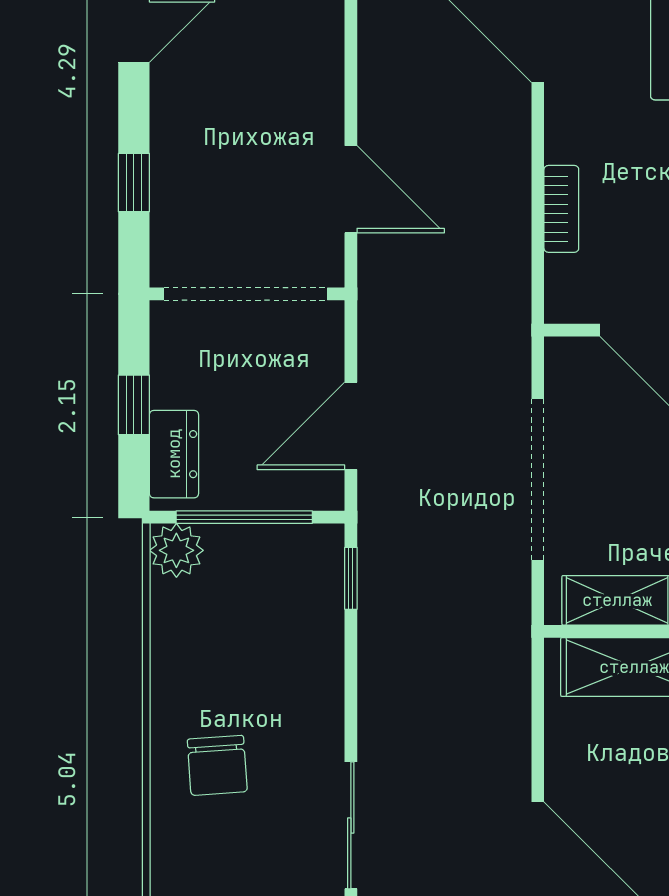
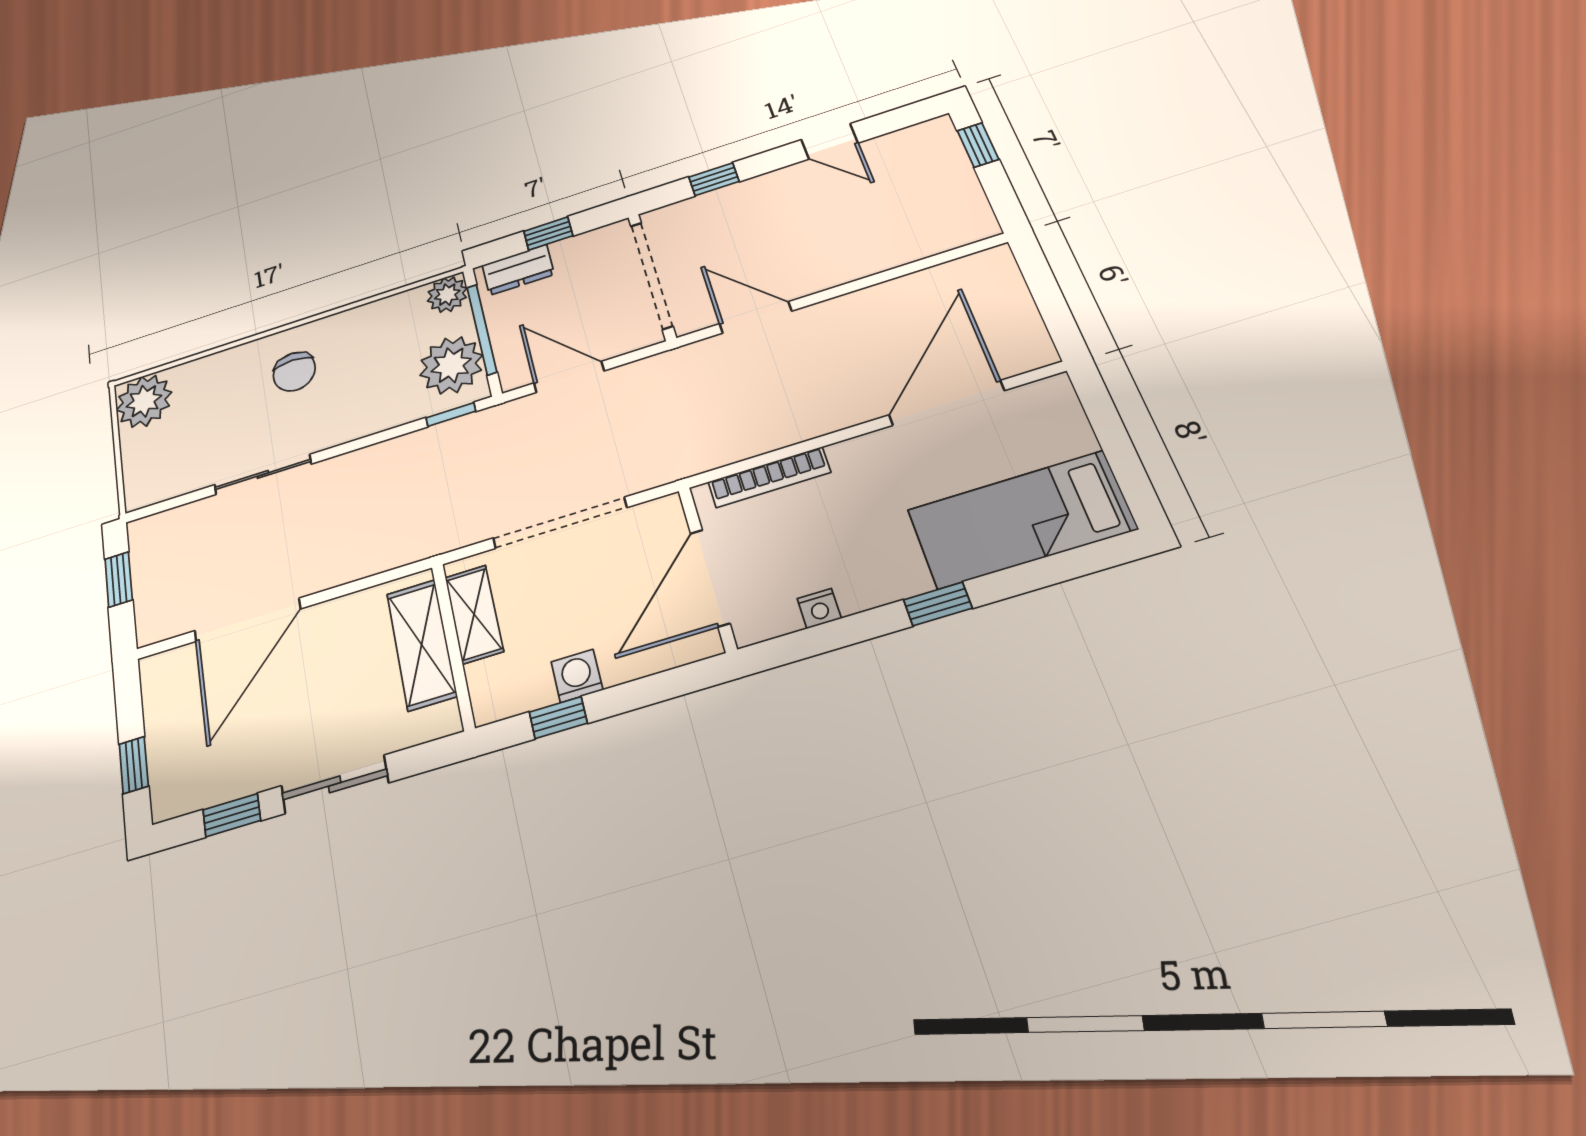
door: (351, 189) -> (756, 317), swing flipped
bookcase: (561, 209) -> (769, 477), width x1.56
plant: (282, 565) -> (451, 365), added
chair: (217, 765) -> (294, 372), turned -86

